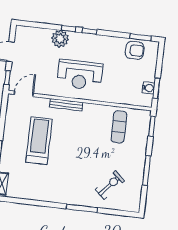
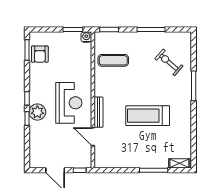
plant: (60, 39) -> (37, 112), moved
armchair: (135, 50) -> (40, 54), turned 180
water cooler: (148, 88) -> (86, 37), moved
door: (24, 94) -> (93, 137), moved
treadmill: (39, 141) -> (148, 116), moved

